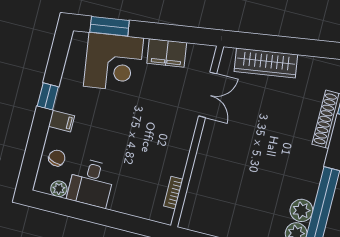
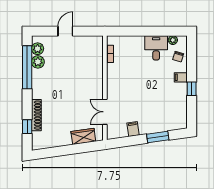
window: (110, 26) -> (158, 137), moved
filing cabinet: (167, 53) -> (133, 129), width x0.50
corner desk: (113, 62) -> (161, 117), removed
wardrobe: (266, 63) -> (83, 136), width x0.67

